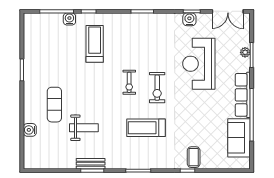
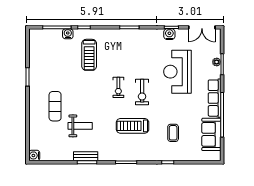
treadmill: (95, 44) -> (89, 55), turned 180
water cooler: (30, 130) -> (34, 155), moved
coffee table: (194, 157) -> (173, 133), moved

